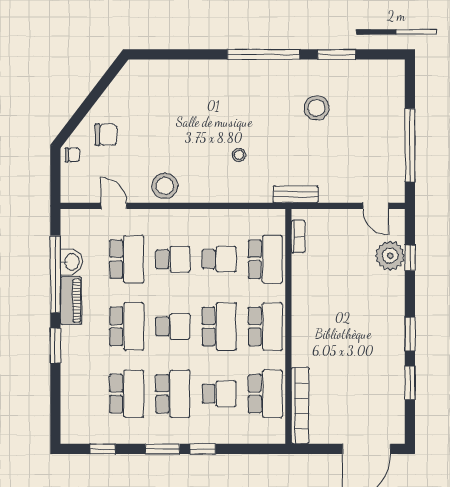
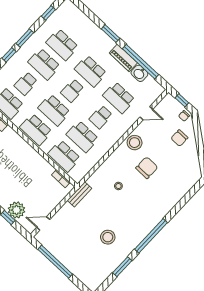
chair: (182, 141) -> (147, 168), added
window: (55, 176) -> (182, 100), added
school desk: (219, 259) -> (82, 137), width x1.85

